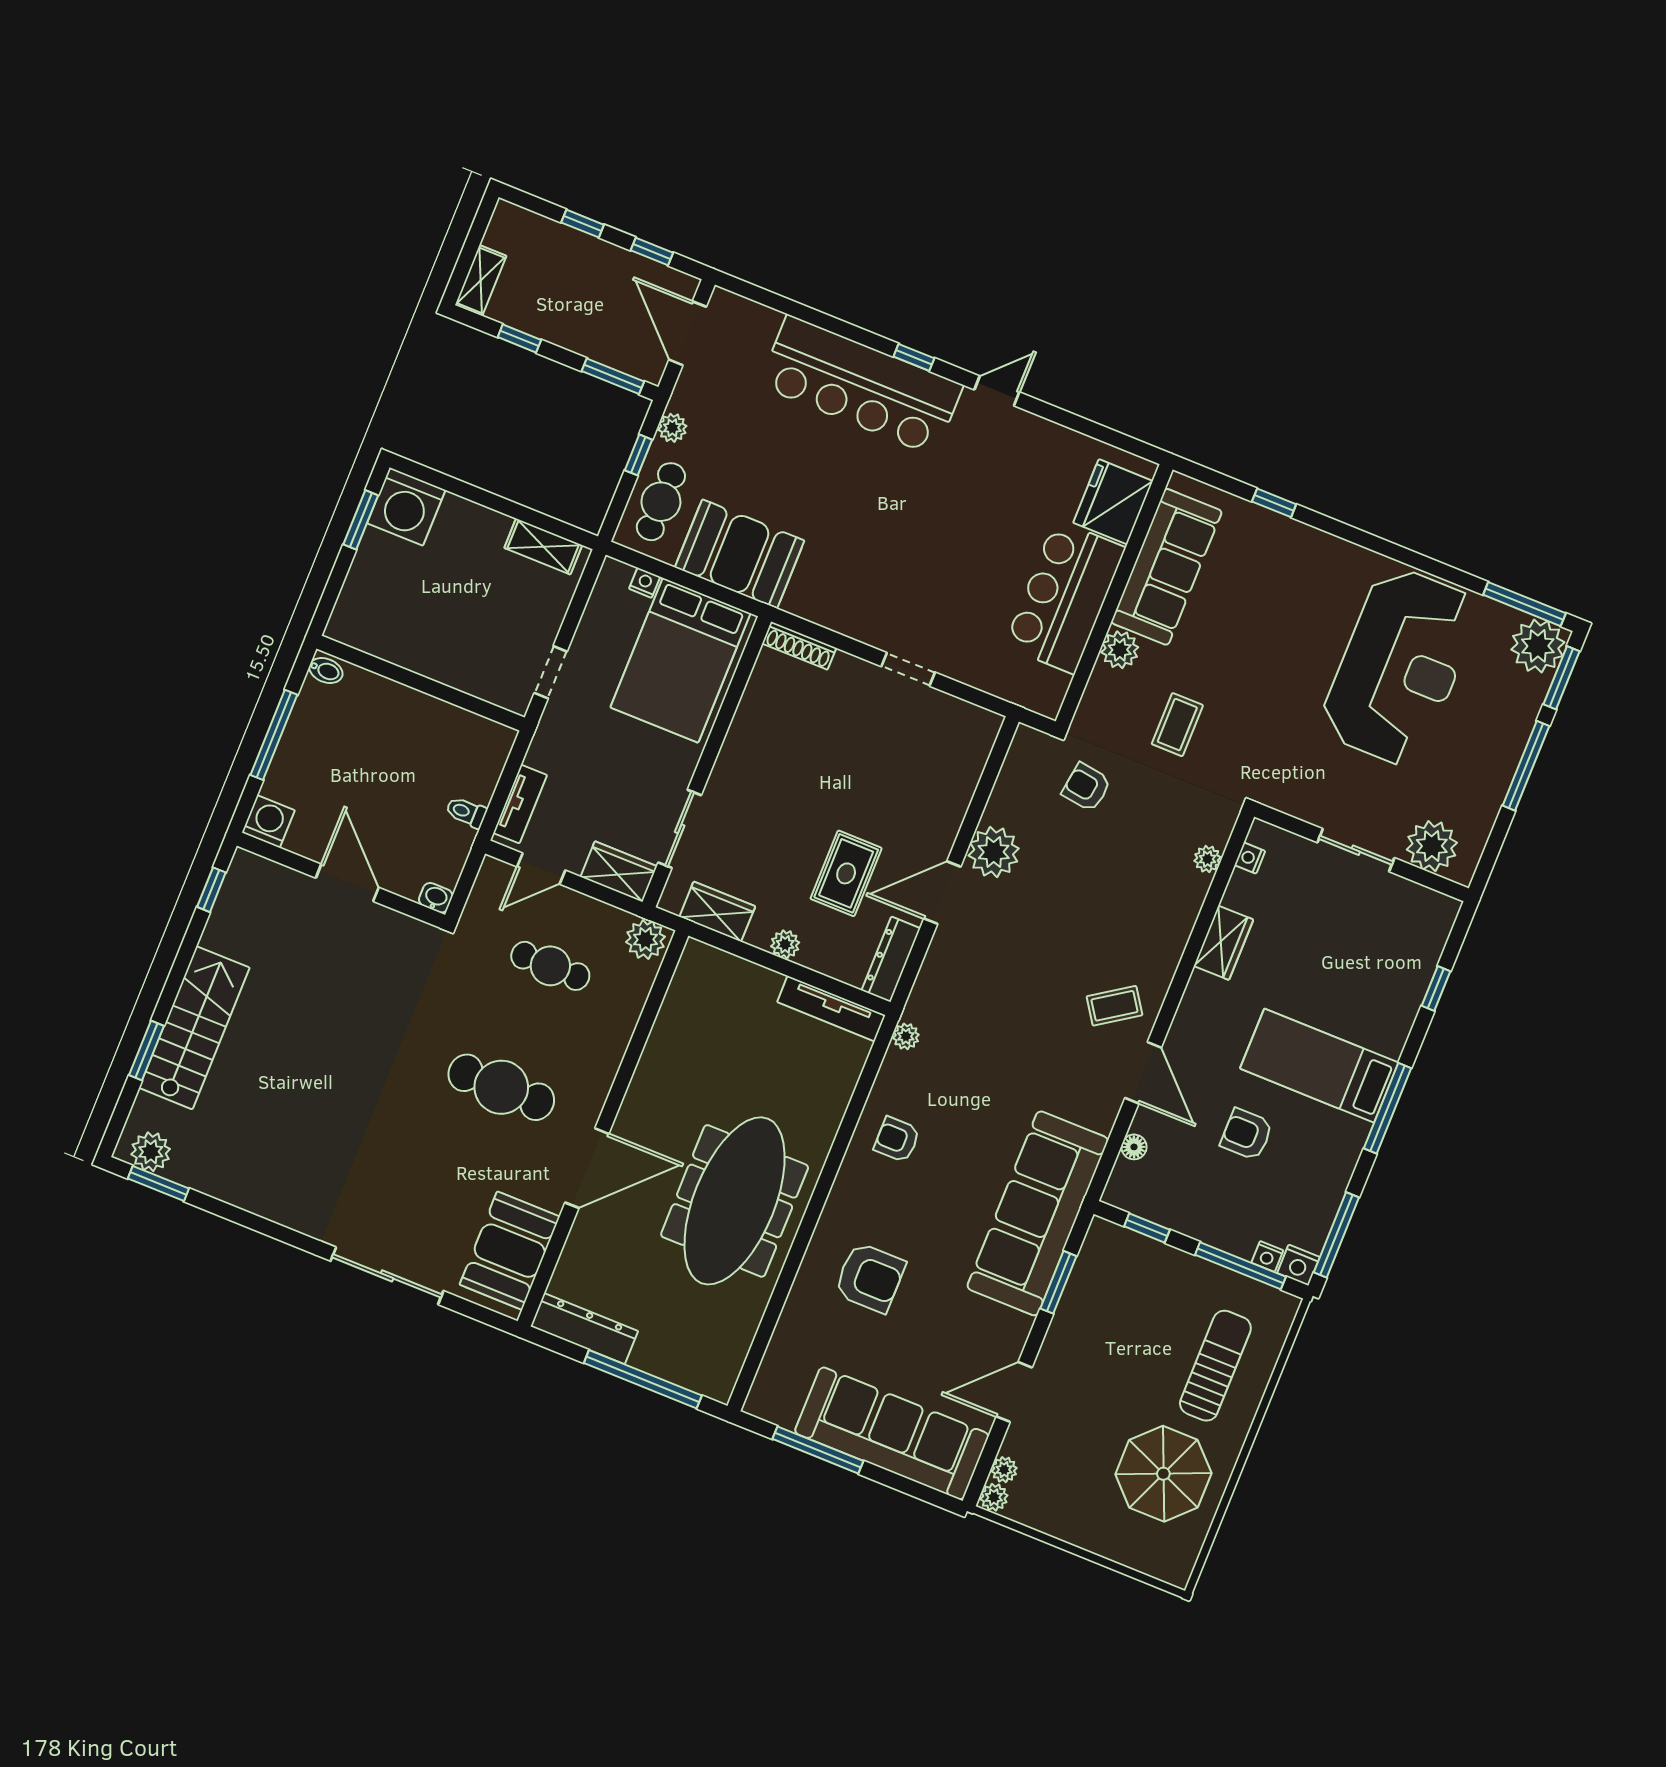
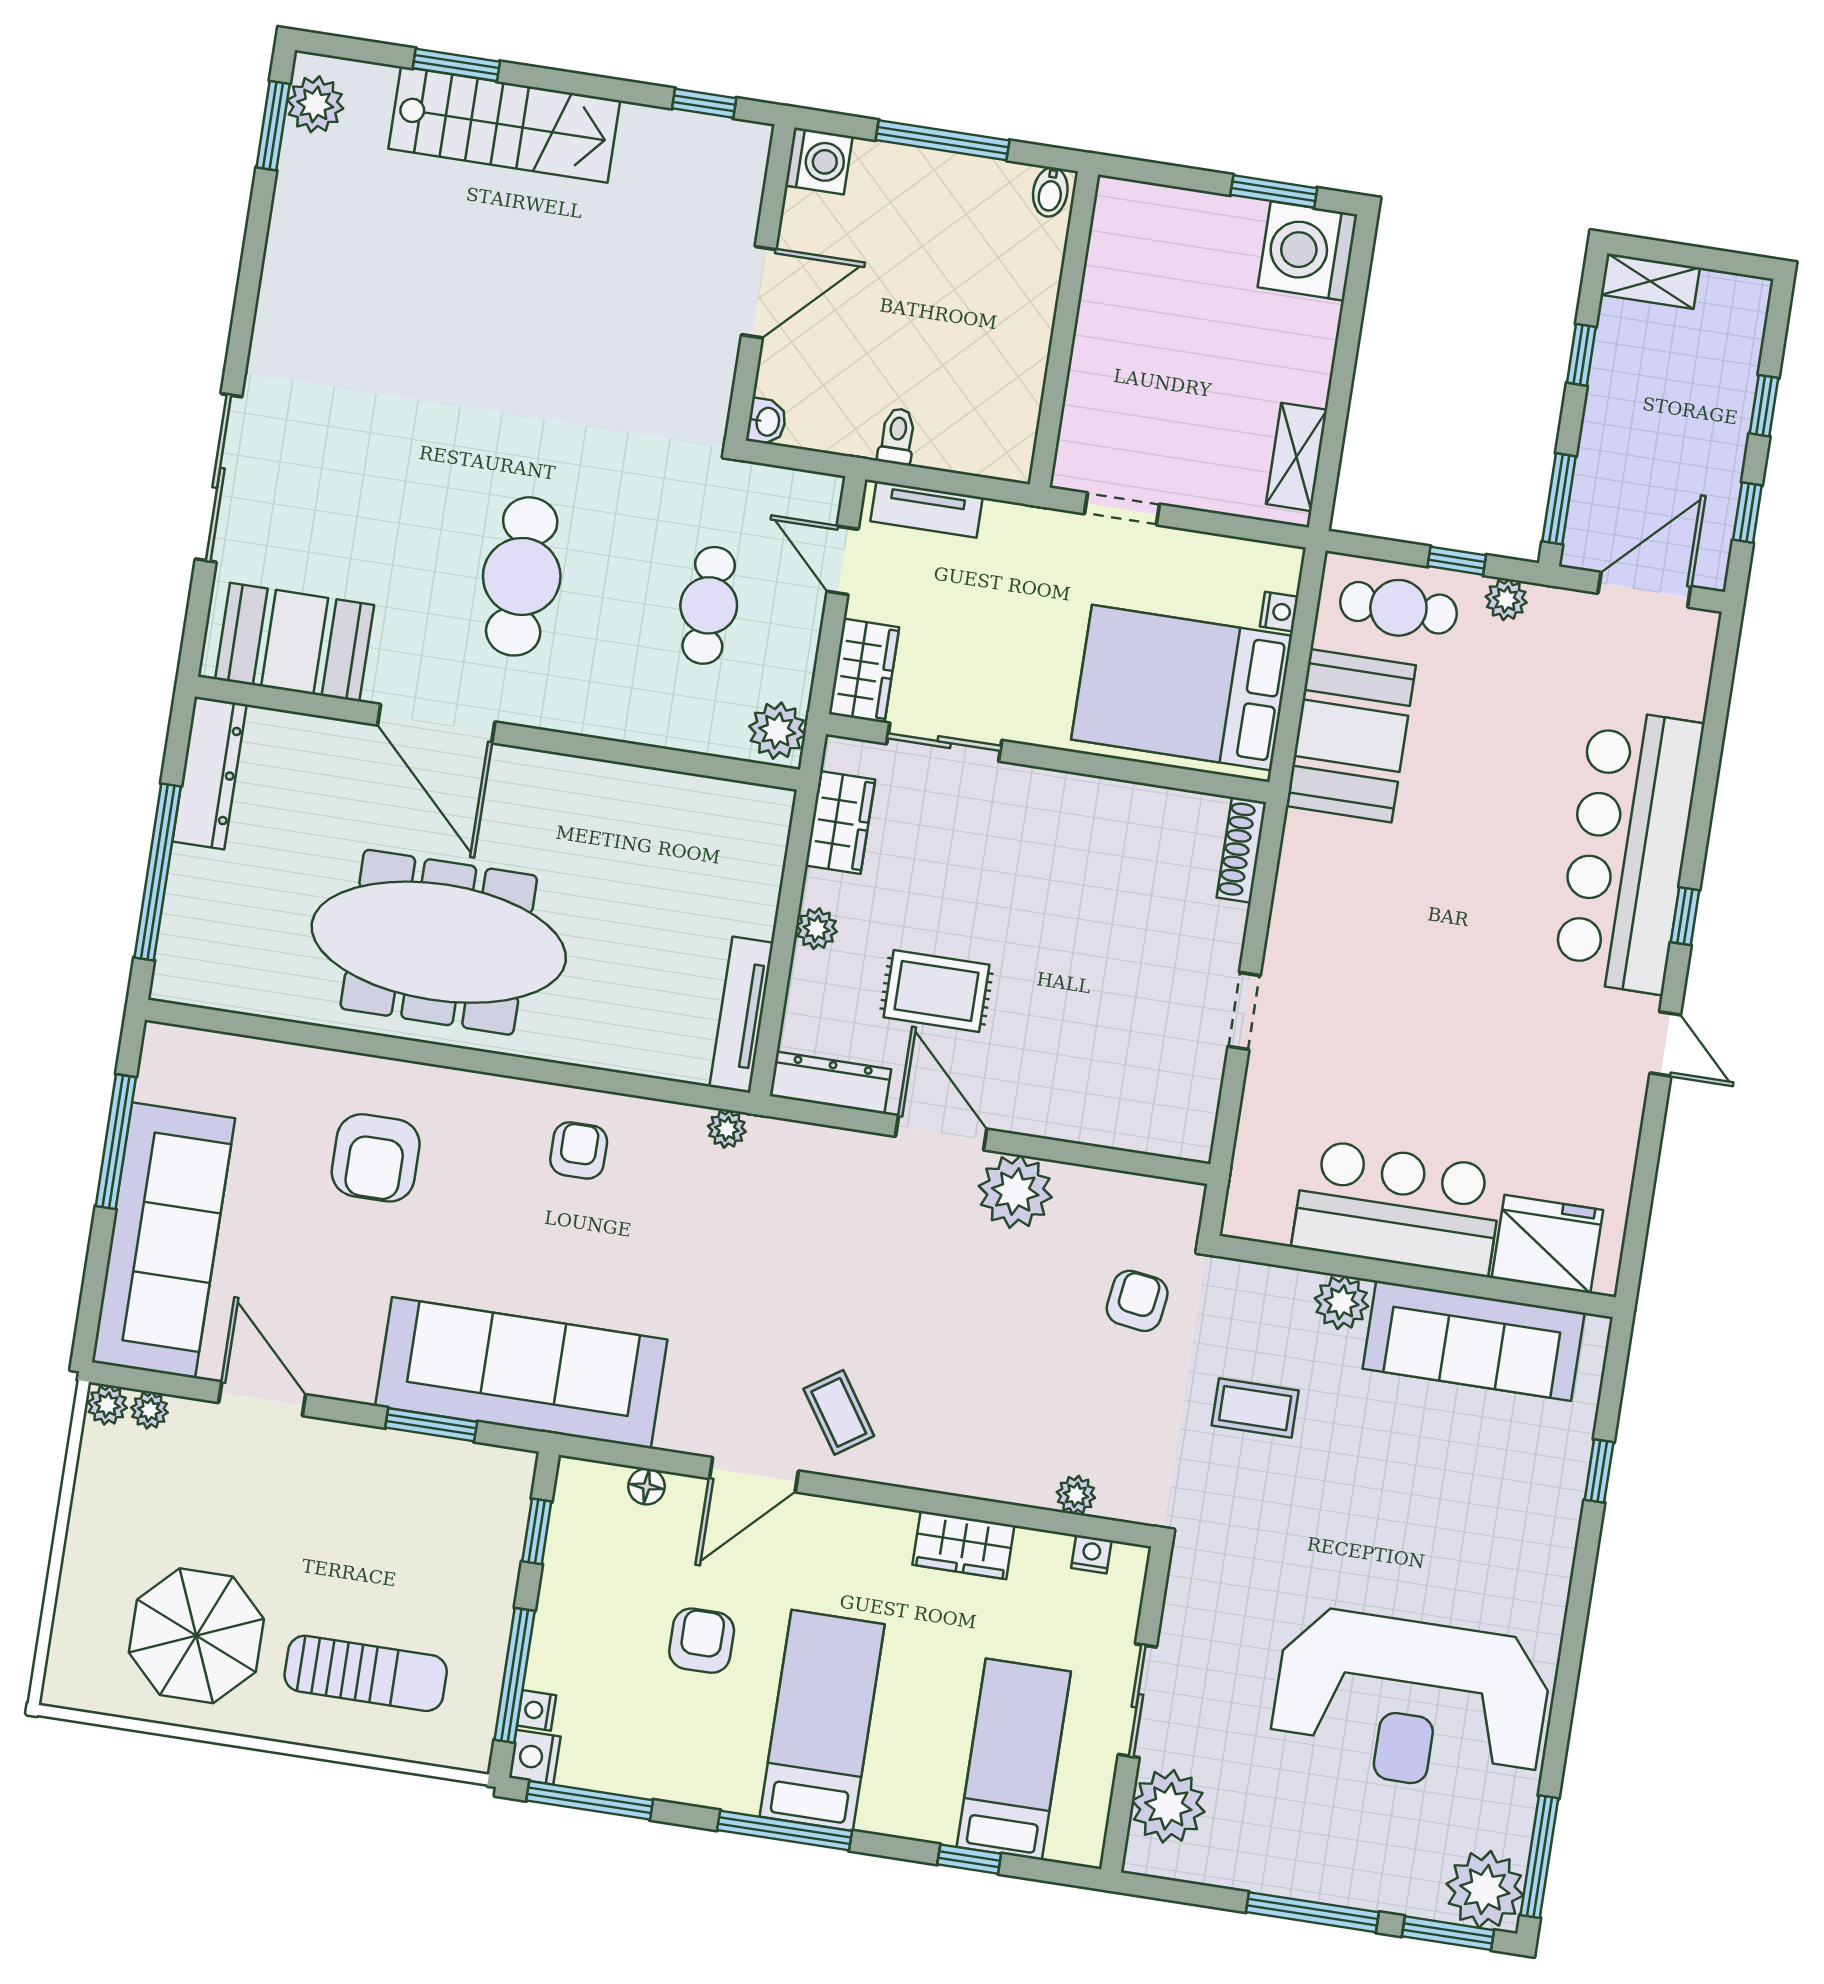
bed: (1376, 943) -> (1014, 1759), added

